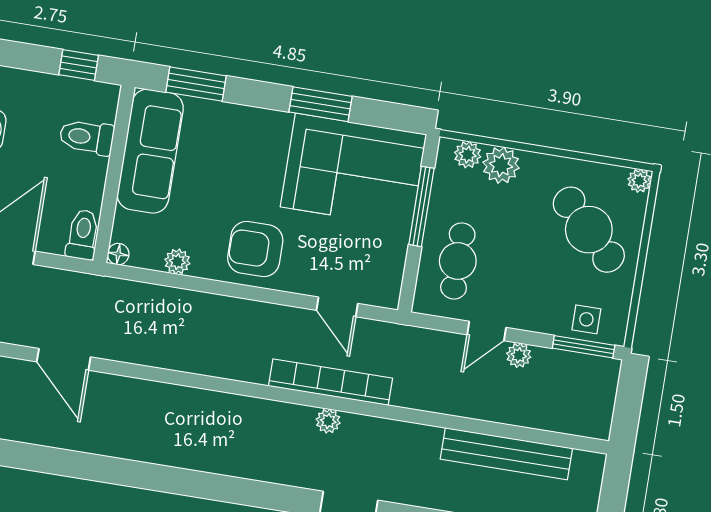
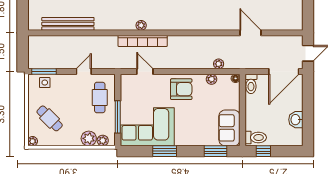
toilet: (87, 137) -> (256, 138), moved
sofa: (150, 151) -> (229, 128), width x0.73
cafe table: (589, 230) -> (50, 118), width x0.73, depth x0.74
plant: (519, 355) -> (219, 64), moved

